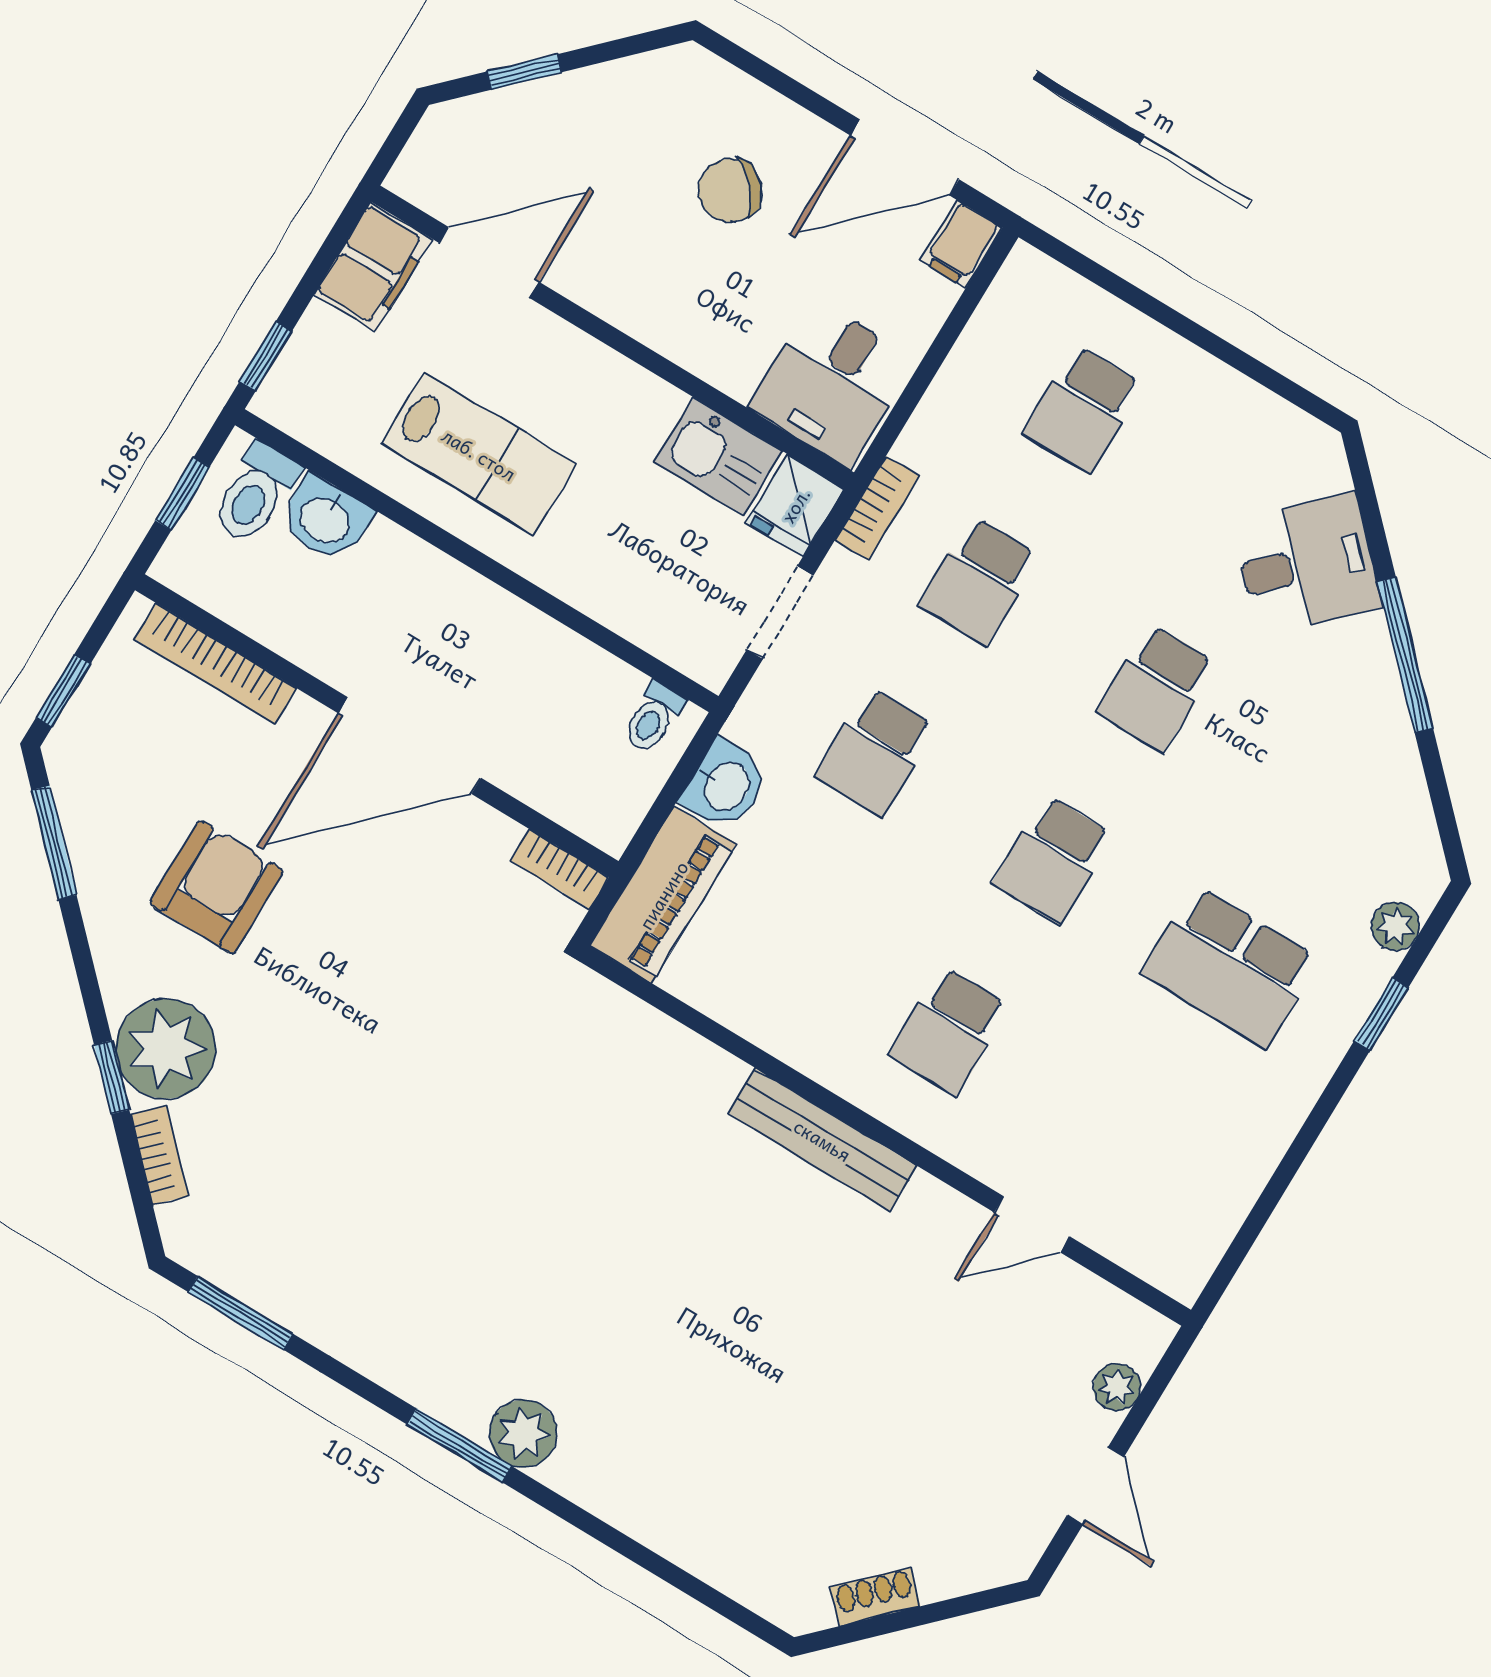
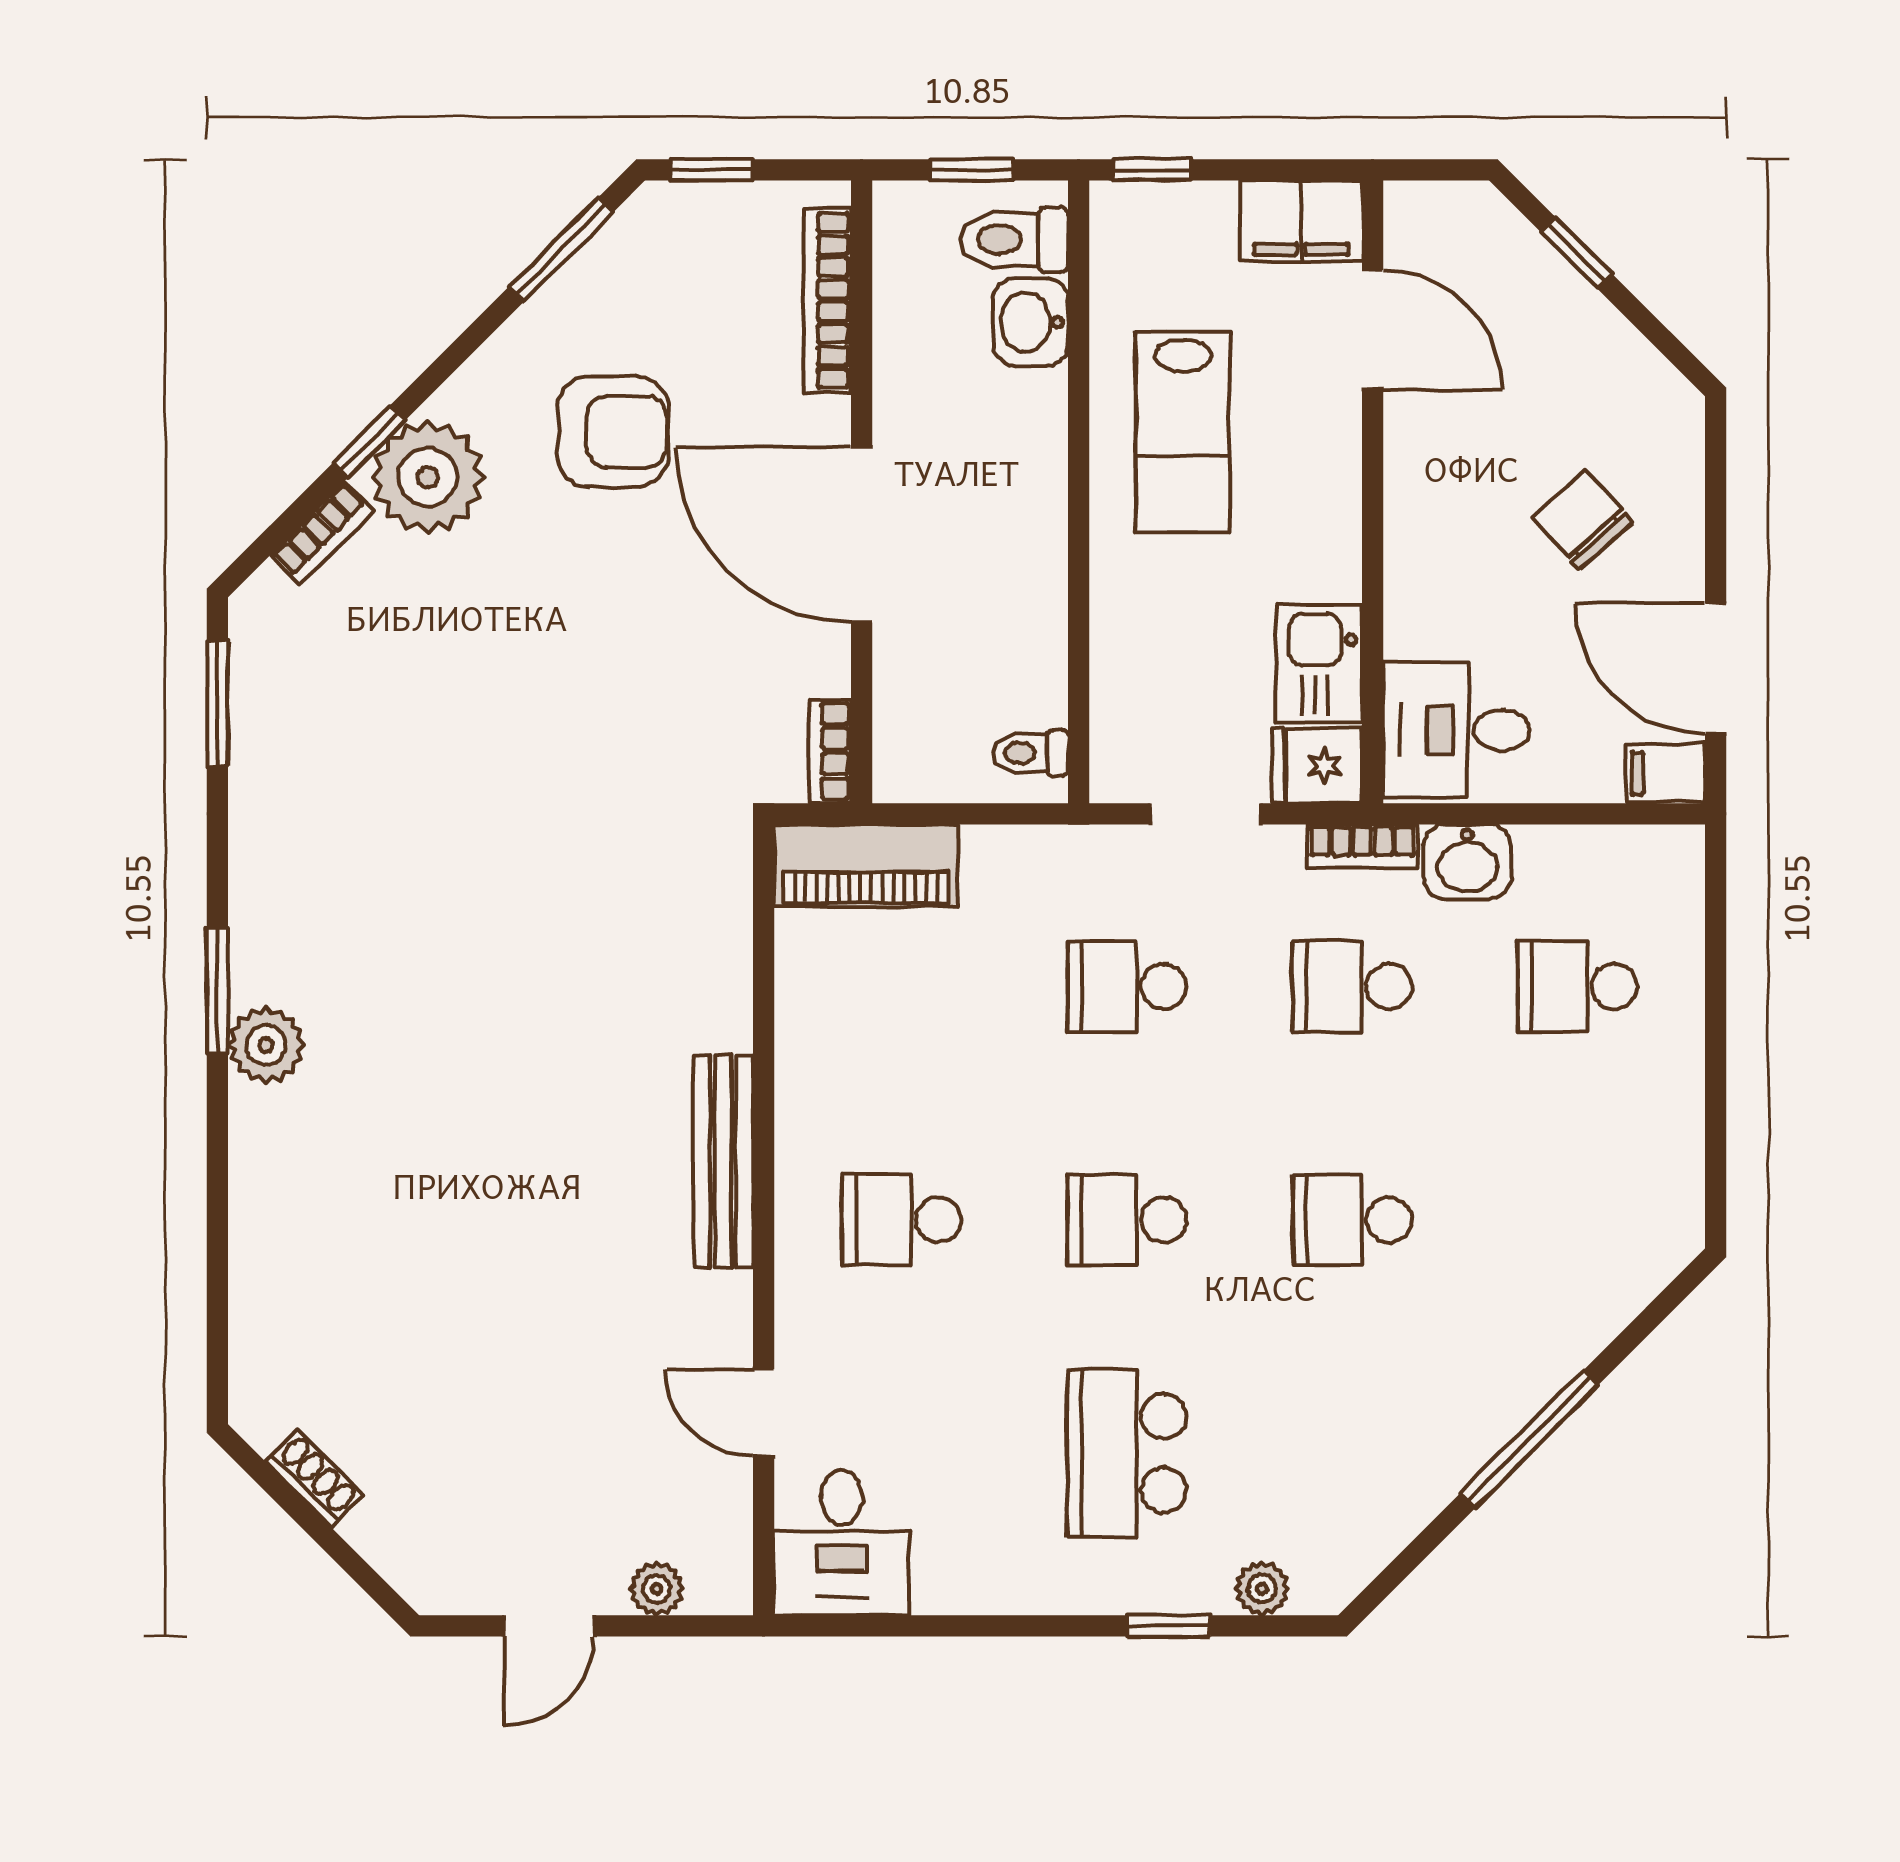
desk: (1307, 564) -> (842, 1543), moved, turned 45
washbasin: (725, 785) -> (1467, 862), moved

